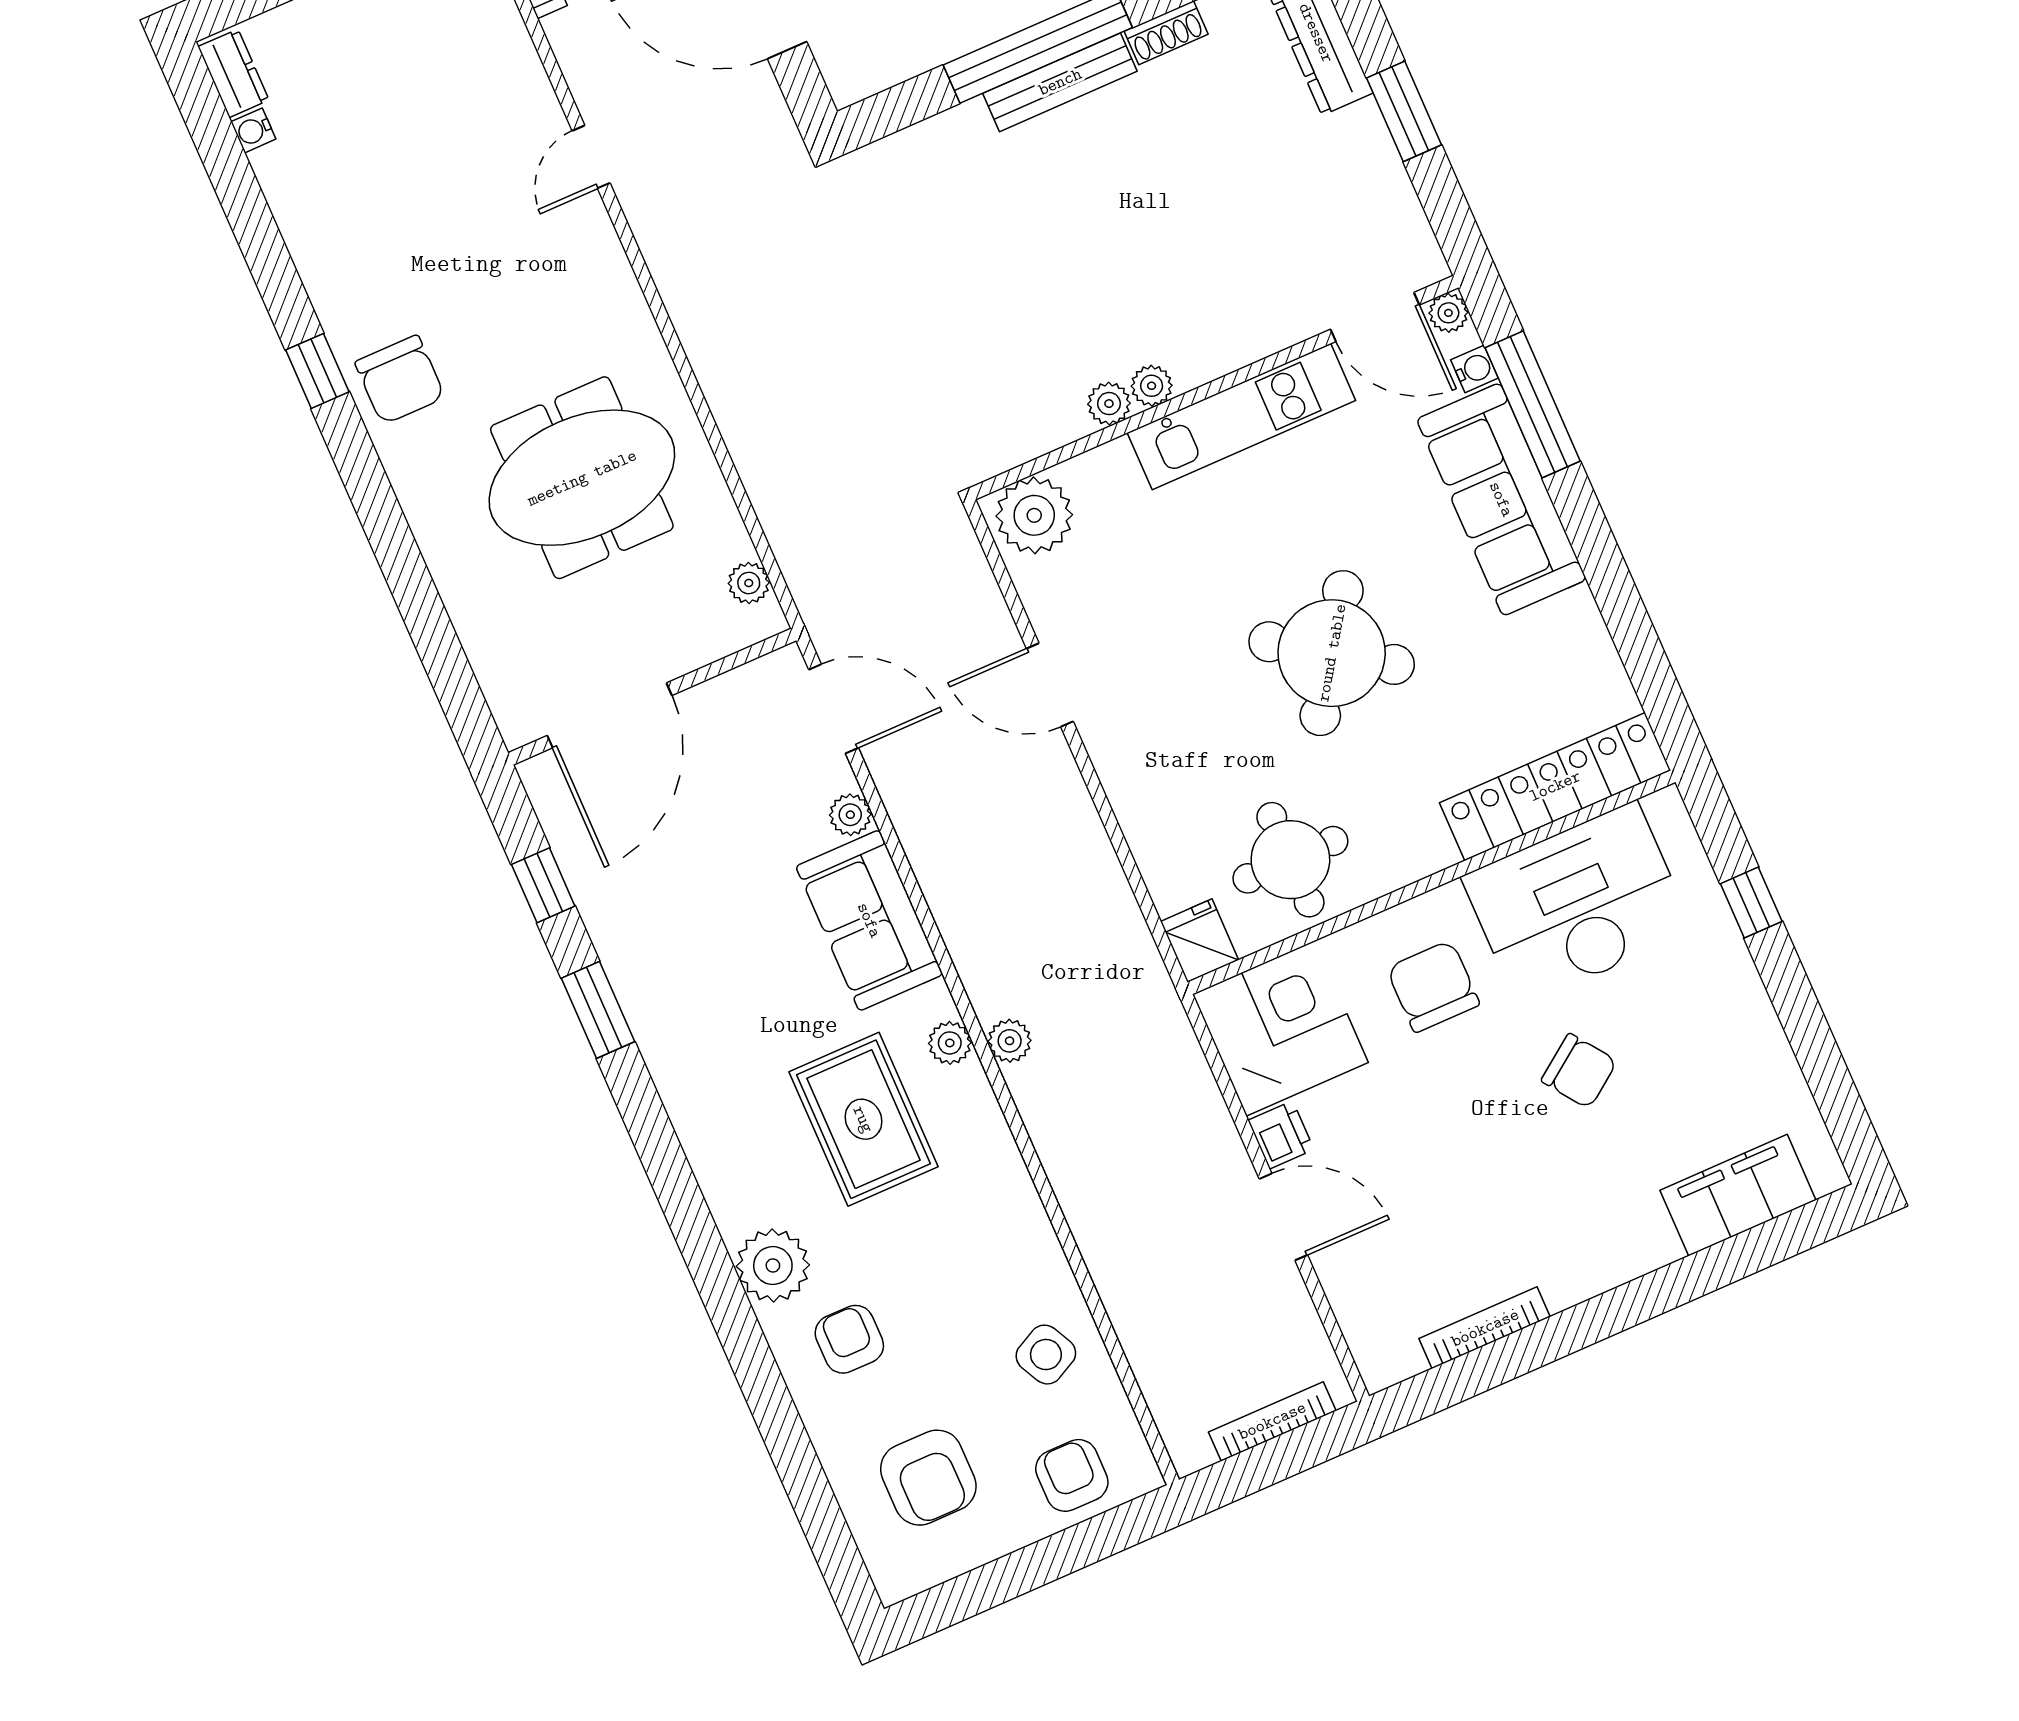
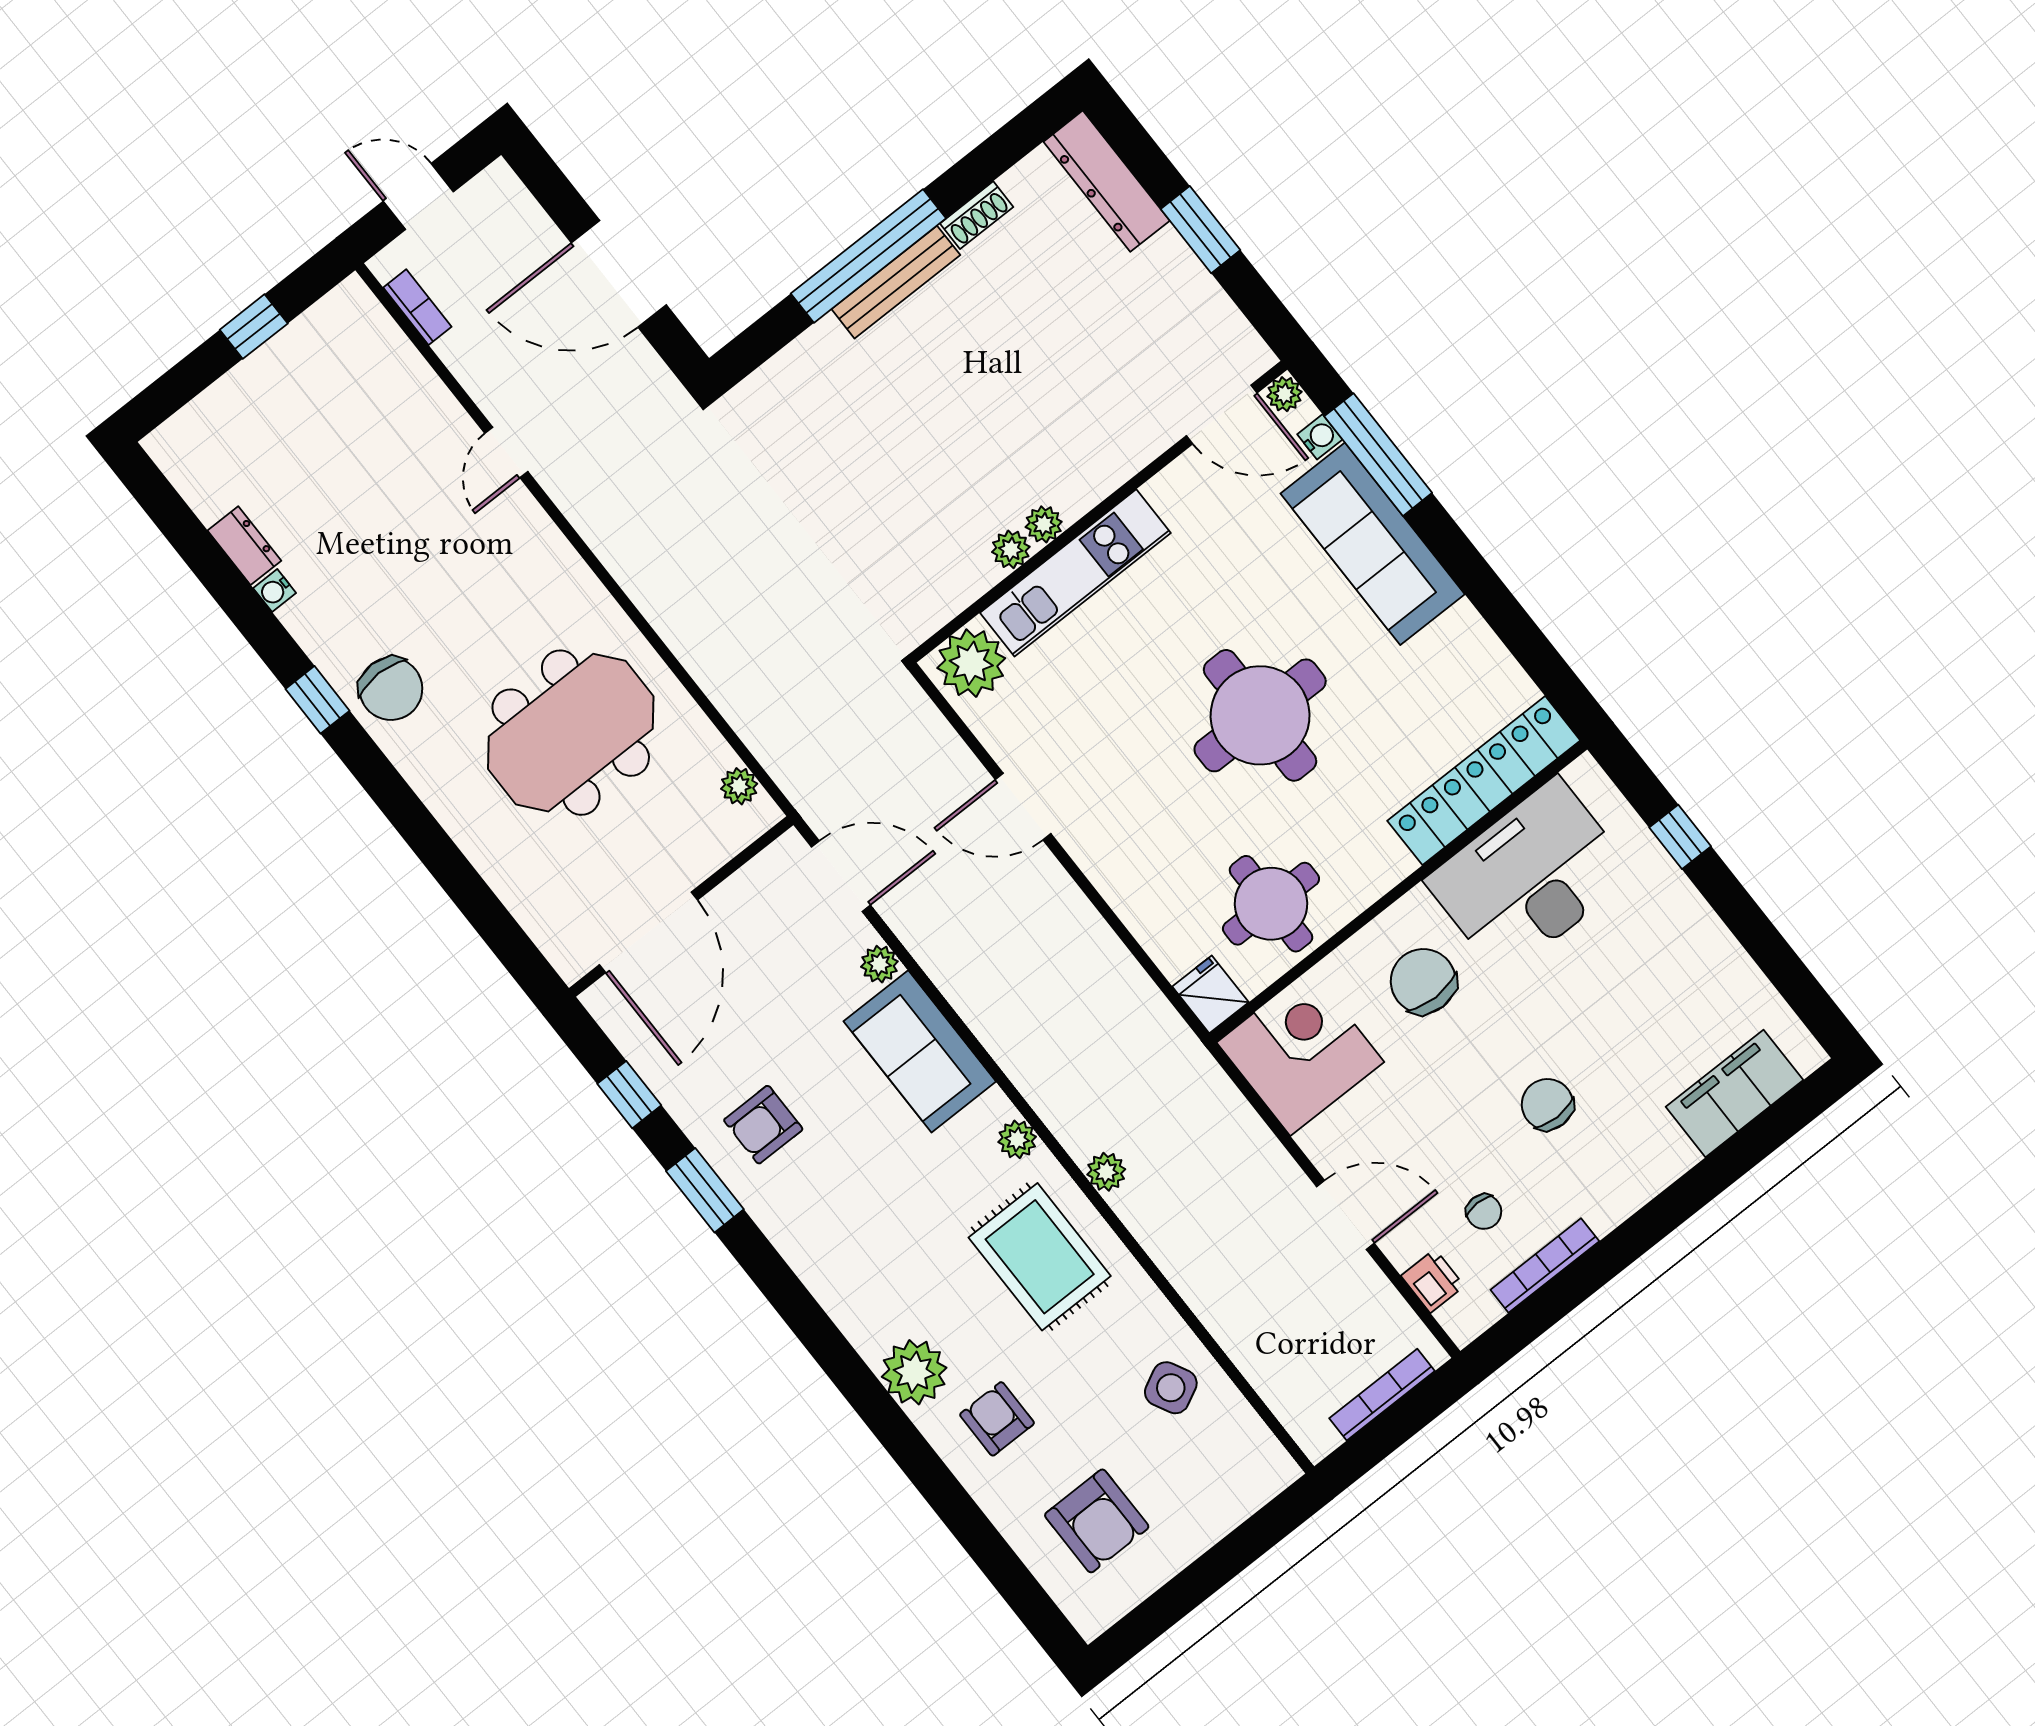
dresser: (233, 73) -> (244, 546), moved
water cooler: (253, 130) -> (275, 591), moved
kitchen unit: (1241, 417) -> (1075, 573), moved
round table: (1332, 653) -> (1260, 715), turned -34
plant: (1010, 1041) -> (1106, 1172), moved
chair: (1579, 1071) -> (1547, 1104), moved, turned -144
rug: (863, 1119) -> (1040, 1257), moved
printer: (1281, 1135) -> (1433, 1281), moved
chair: (1434, 1252) -> (1484, 1212), added
armchair: (1072, 1475) -> (763, 1125), moved, turned -90

